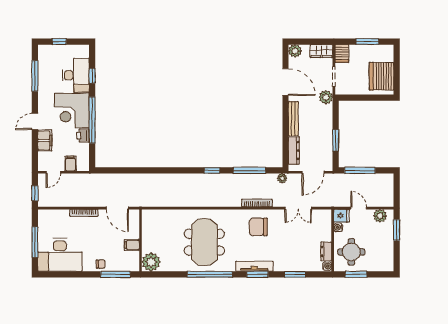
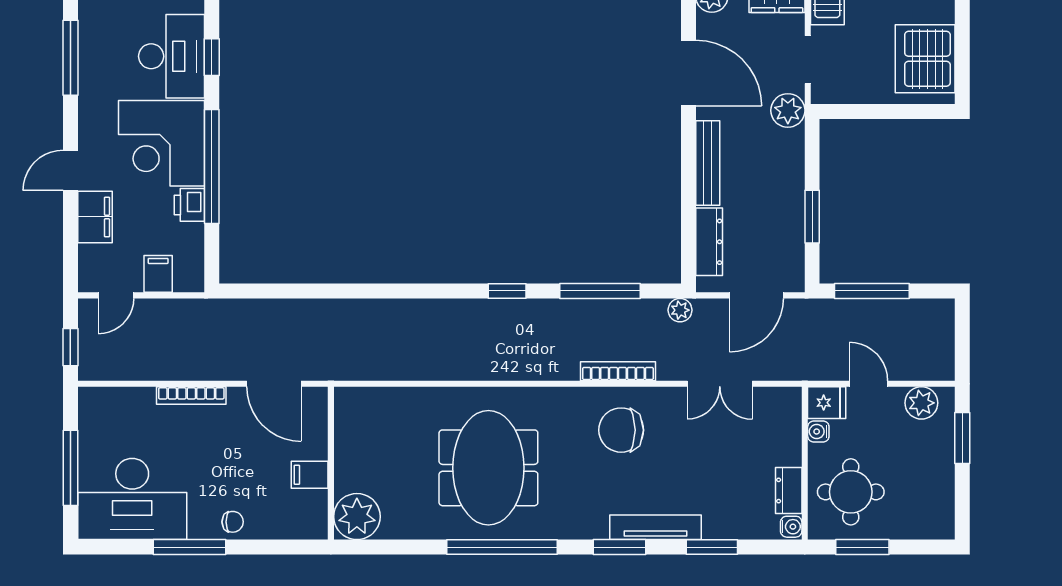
tv unit: (254, 266) -> (656, 527), moved
window: (115, 274) -> (190, 547), moved

